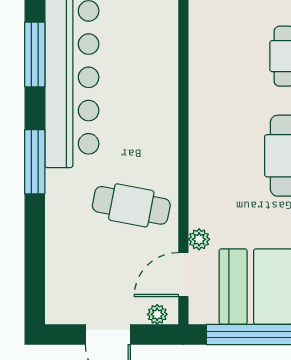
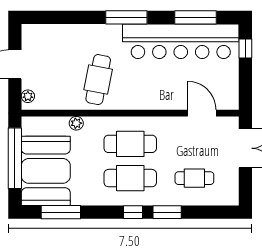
cafe table: (231, 156) -> (130, 144), added
door: (183, 275) -> (202, 113), moved

